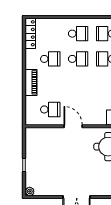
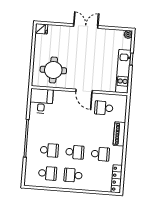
school desk: (50, 59) -> (100, 154), turned 180
school desk: (78, 59) -> (75, 152), turned 180
kitchen unit: (32, 151) -> (123, 71), added

